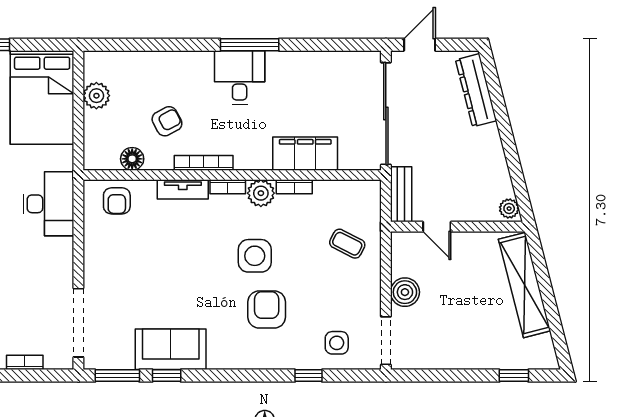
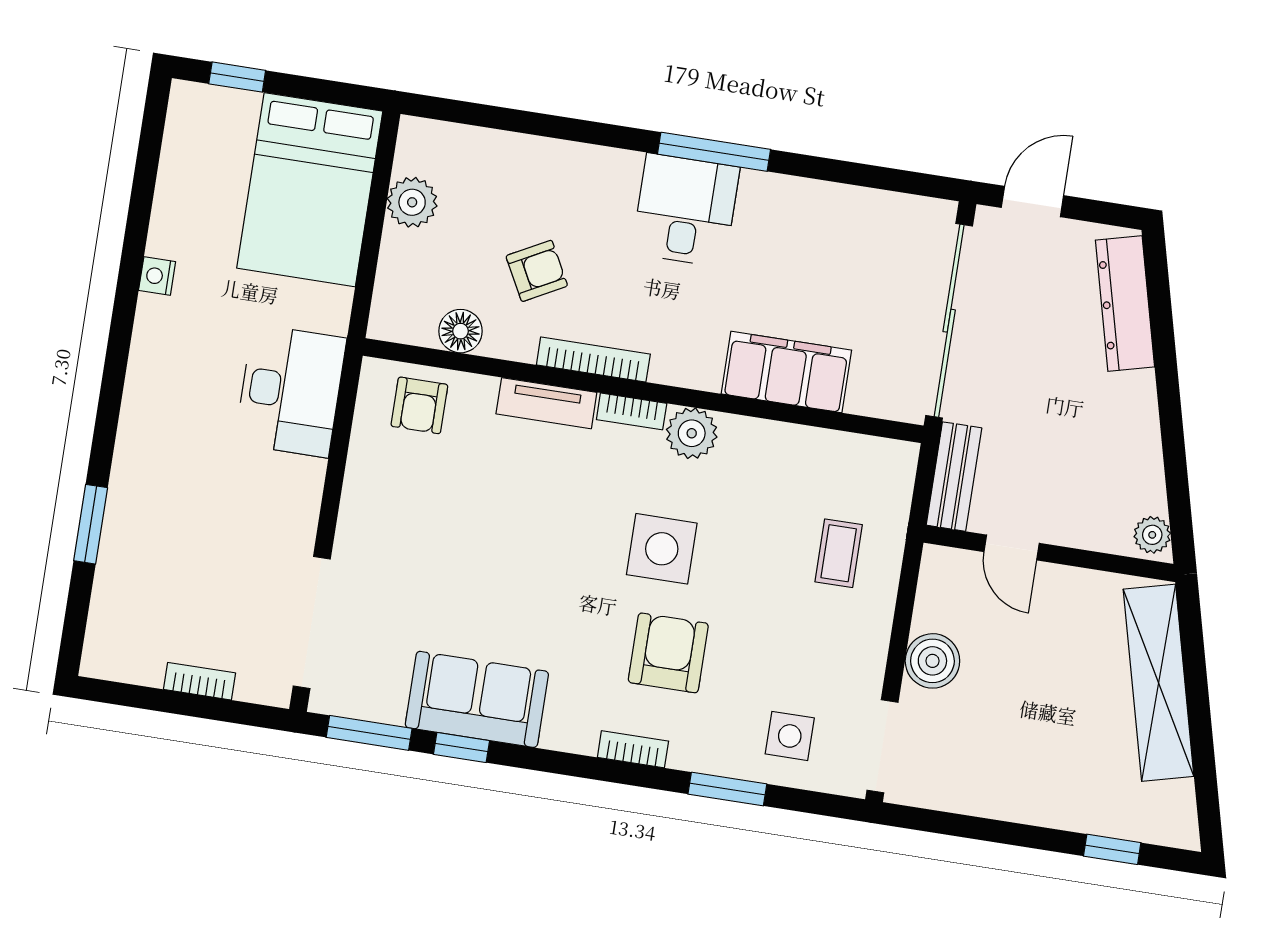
bookcase: (294, 187) -> (633, 749), moved, turned 180
coffee table: (347, 244) -> (839, 553), turned 63
window: (309, 376) -> (727, 789), width x1.50

